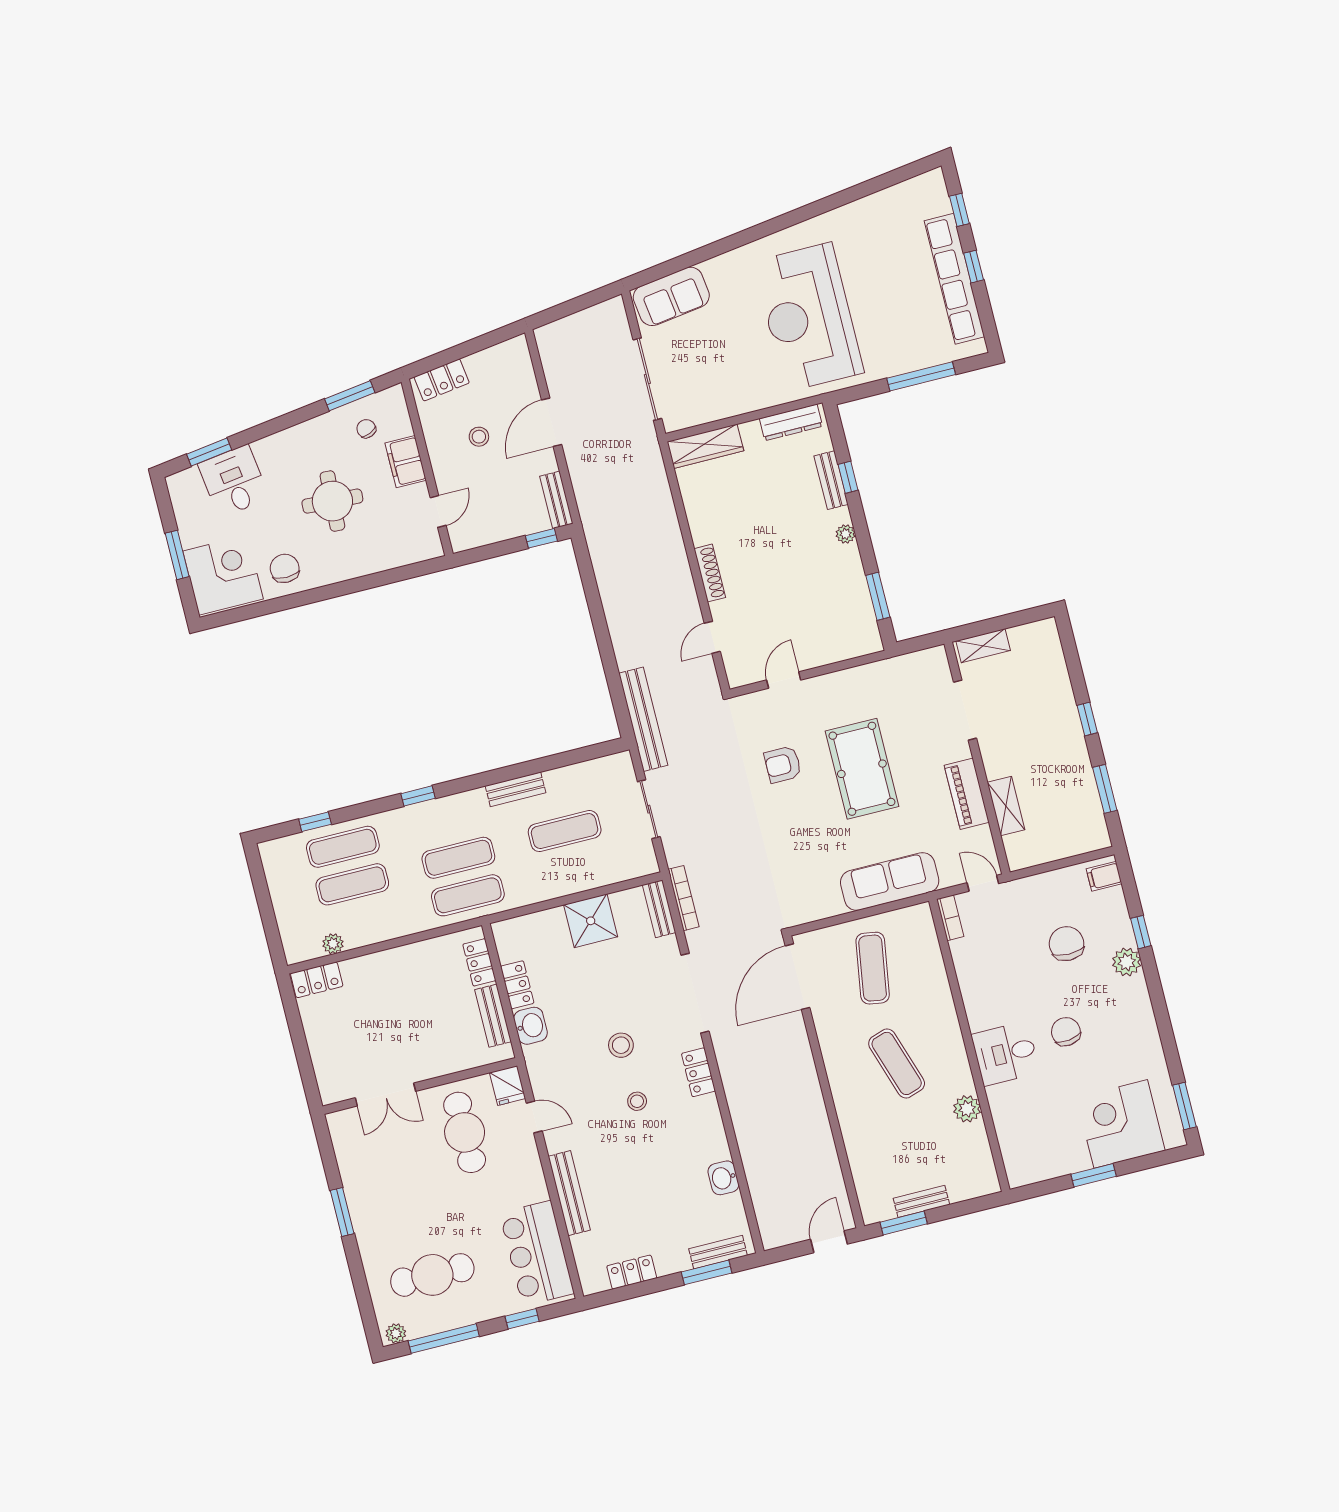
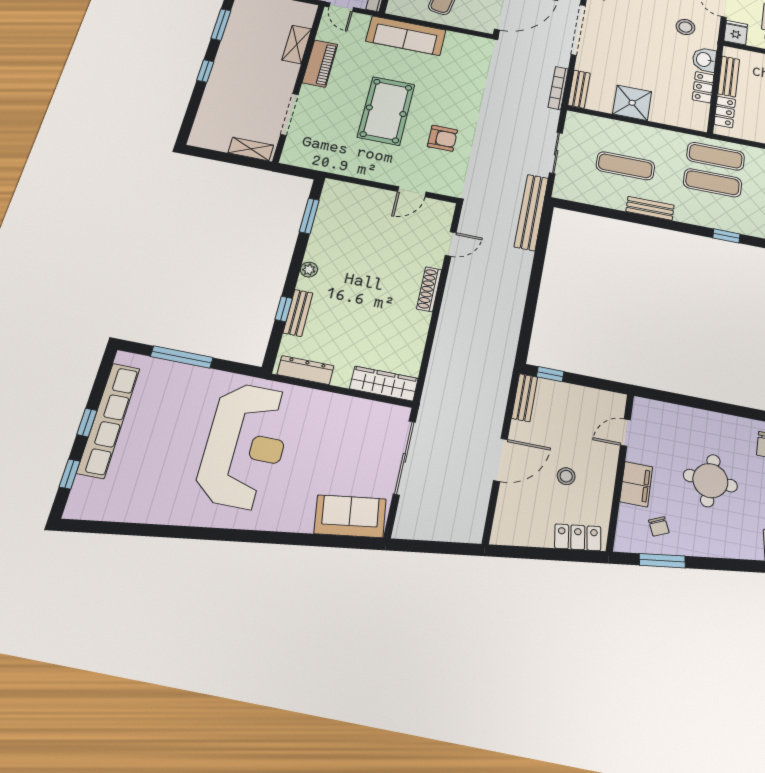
stool: (621, 1045) -> (685, 27), moved

